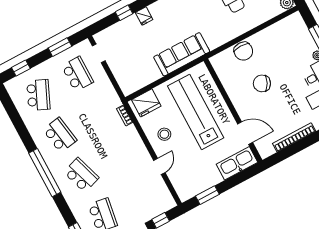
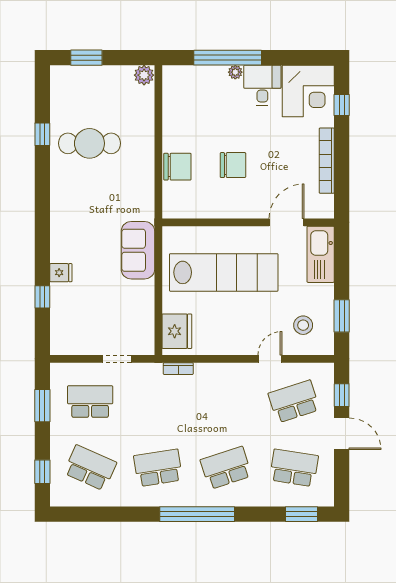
doorway: (99, 53) -> (117, 359), moved
sofa: (182, 54) -> (138, 250), width x0.73
chair: (262, 83) -> (233, 165), turned -117
lab bench: (196, 112) -> (224, 272), turned 180
stool: (164, 134) -> (303, 325), moved
door: (159, 166) -> (270, 359), hinge flipped
school desk: (142, 194) -> (294, 401), added

